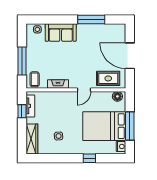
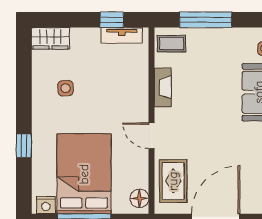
wardrobe: (32, 139) -> (50, 38), width x0.67

